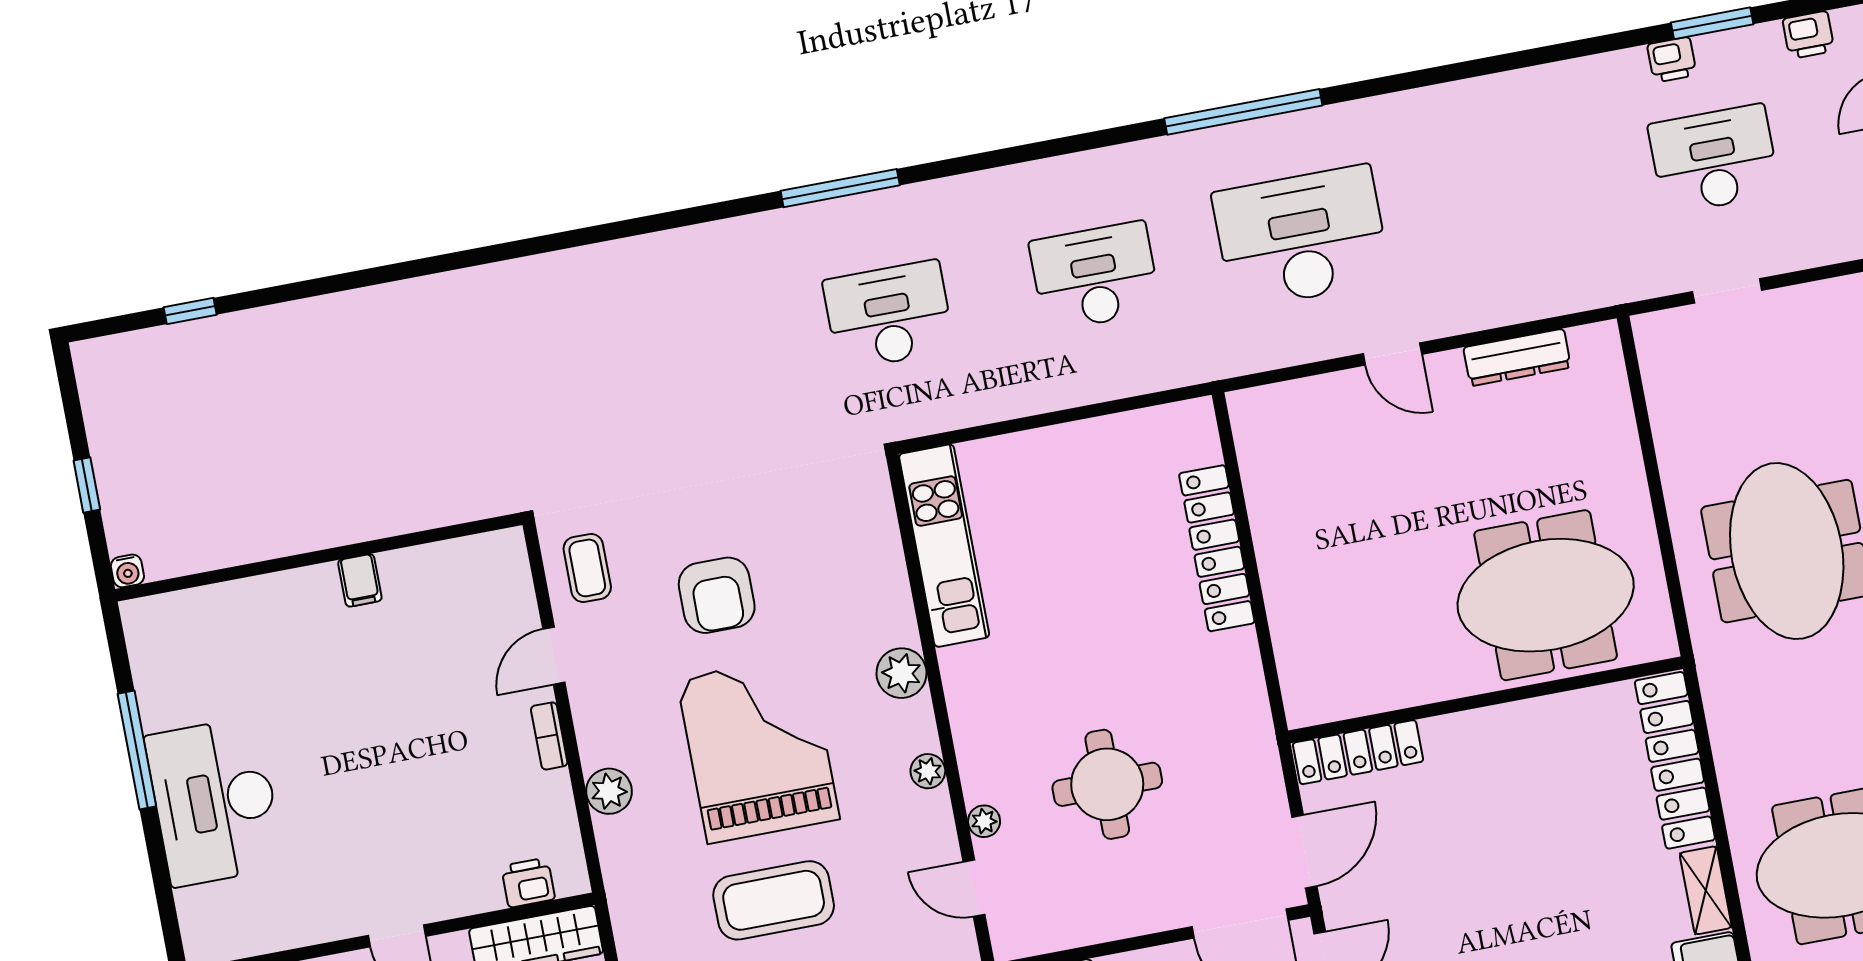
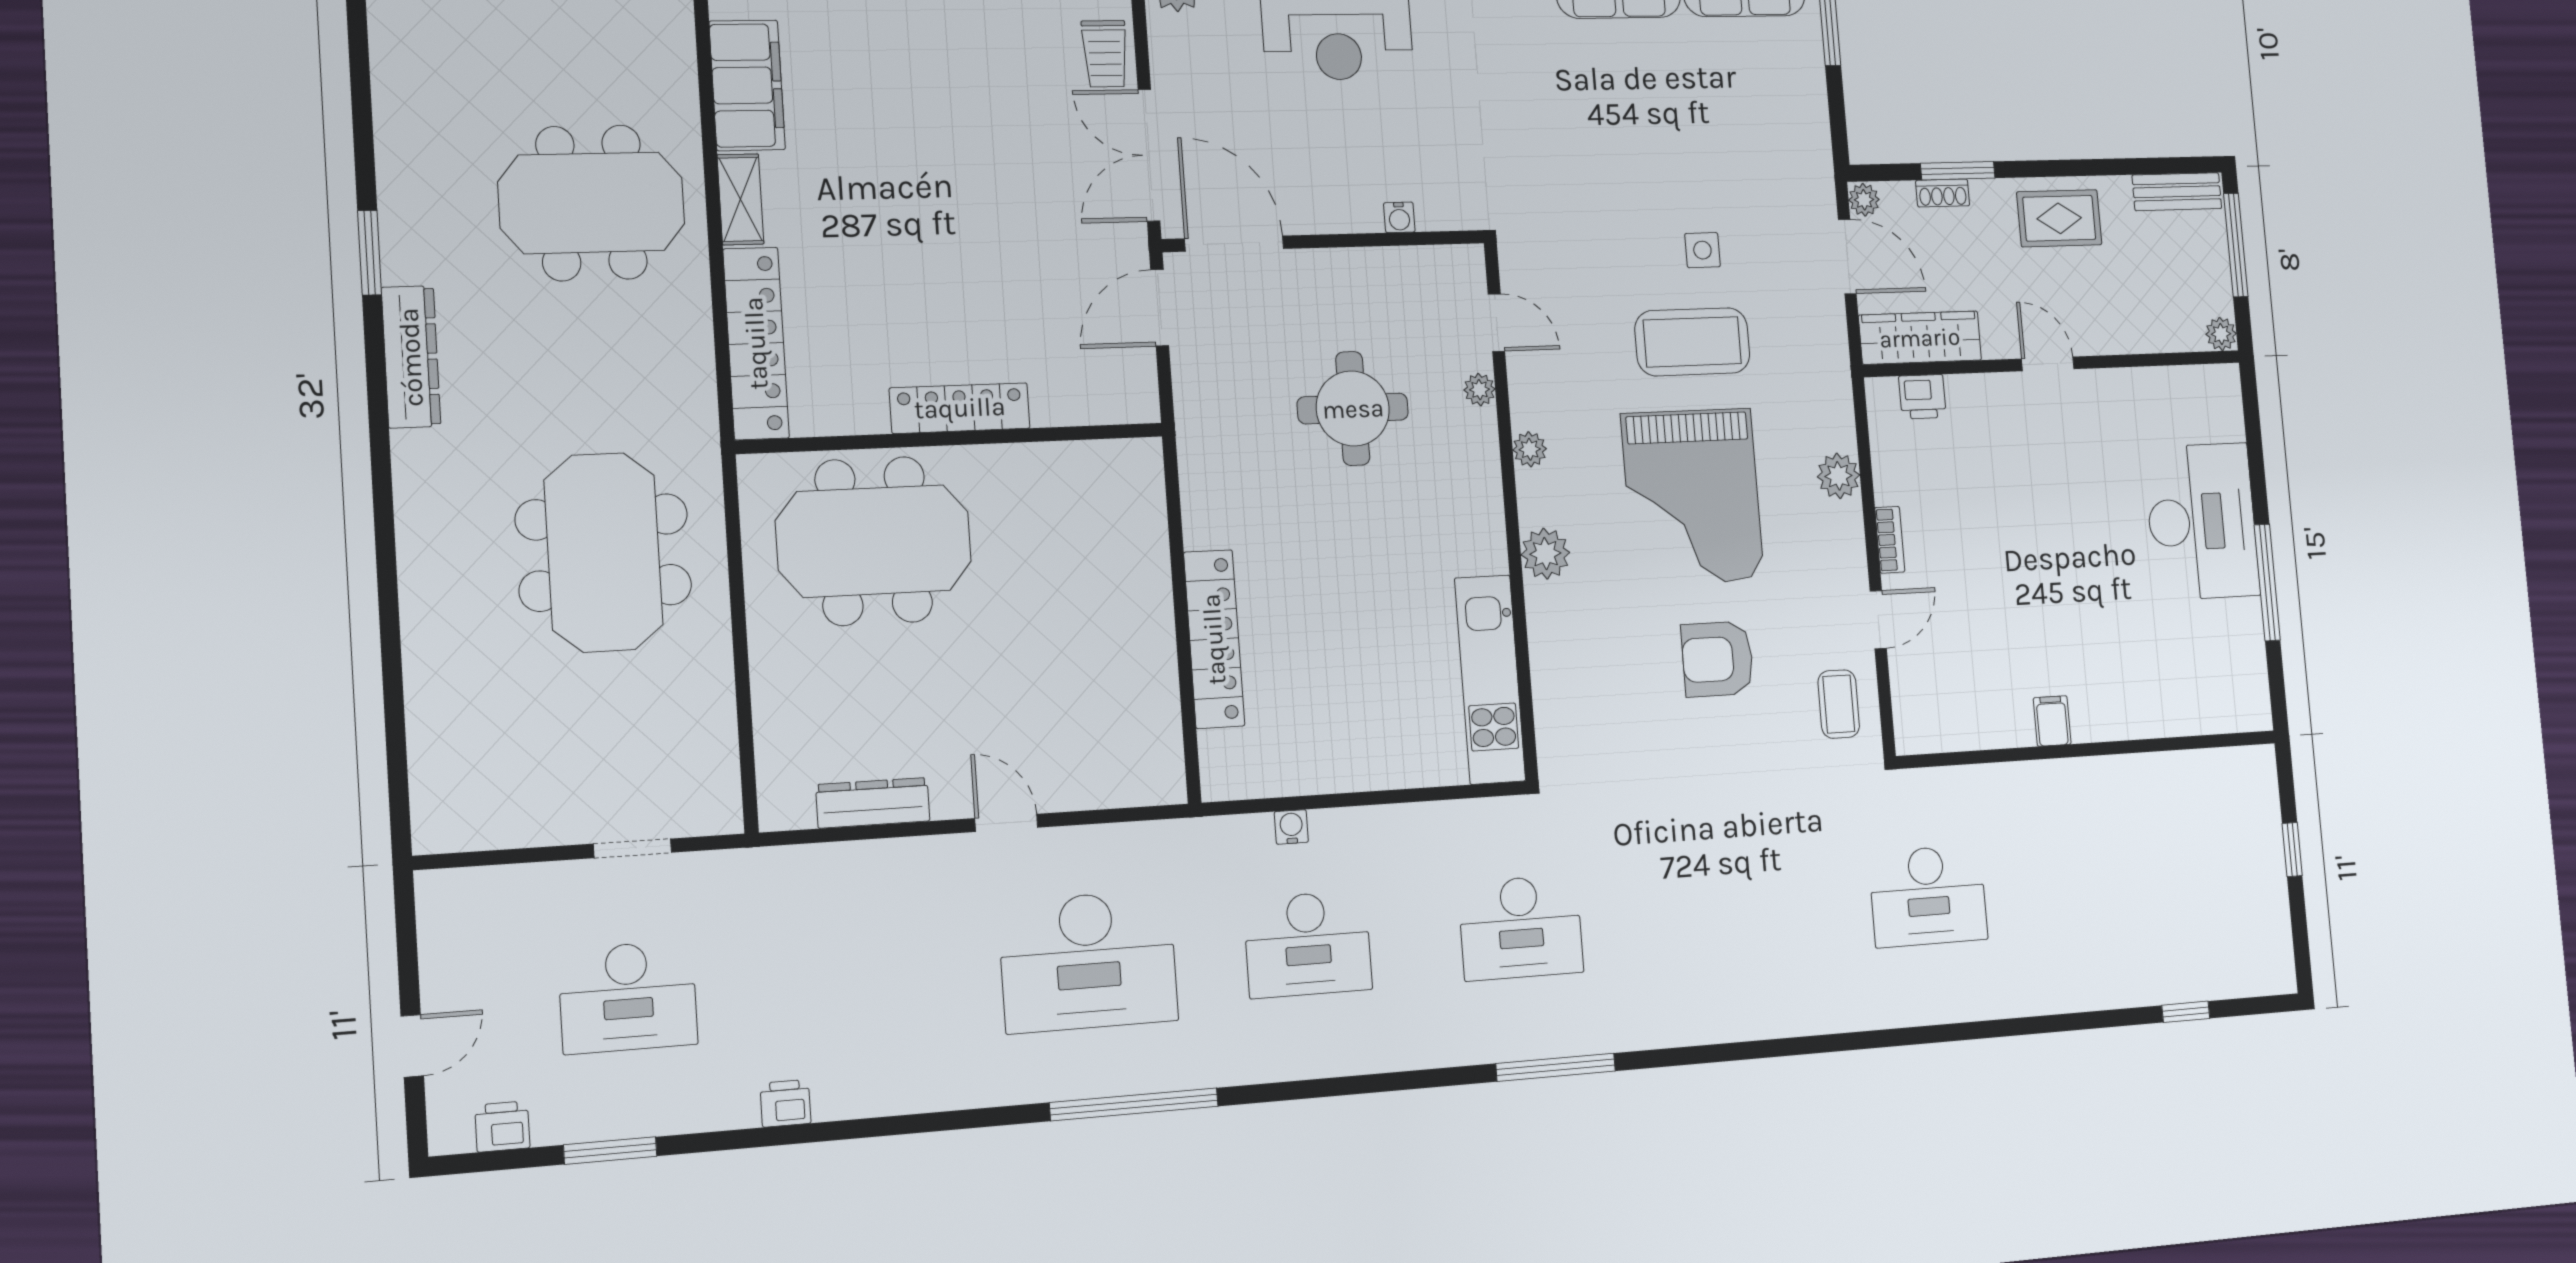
printer: (1672, 60) -> (785, 1103), moved
desk: (476, 393) -> (1928, 896), added
water cooler: (127, 571) -> (1291, 827), moved
armchair: (717, 595) -> (1718, 659), turned -90
locker: (1358, 752) -> (960, 408), moved

